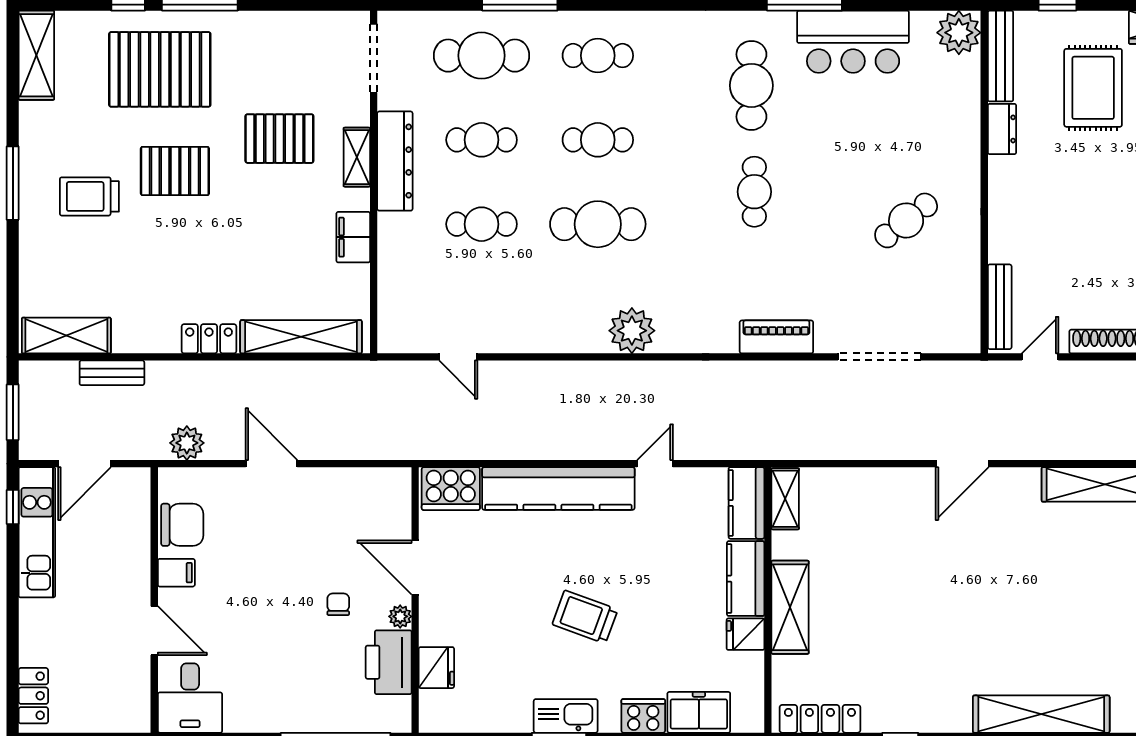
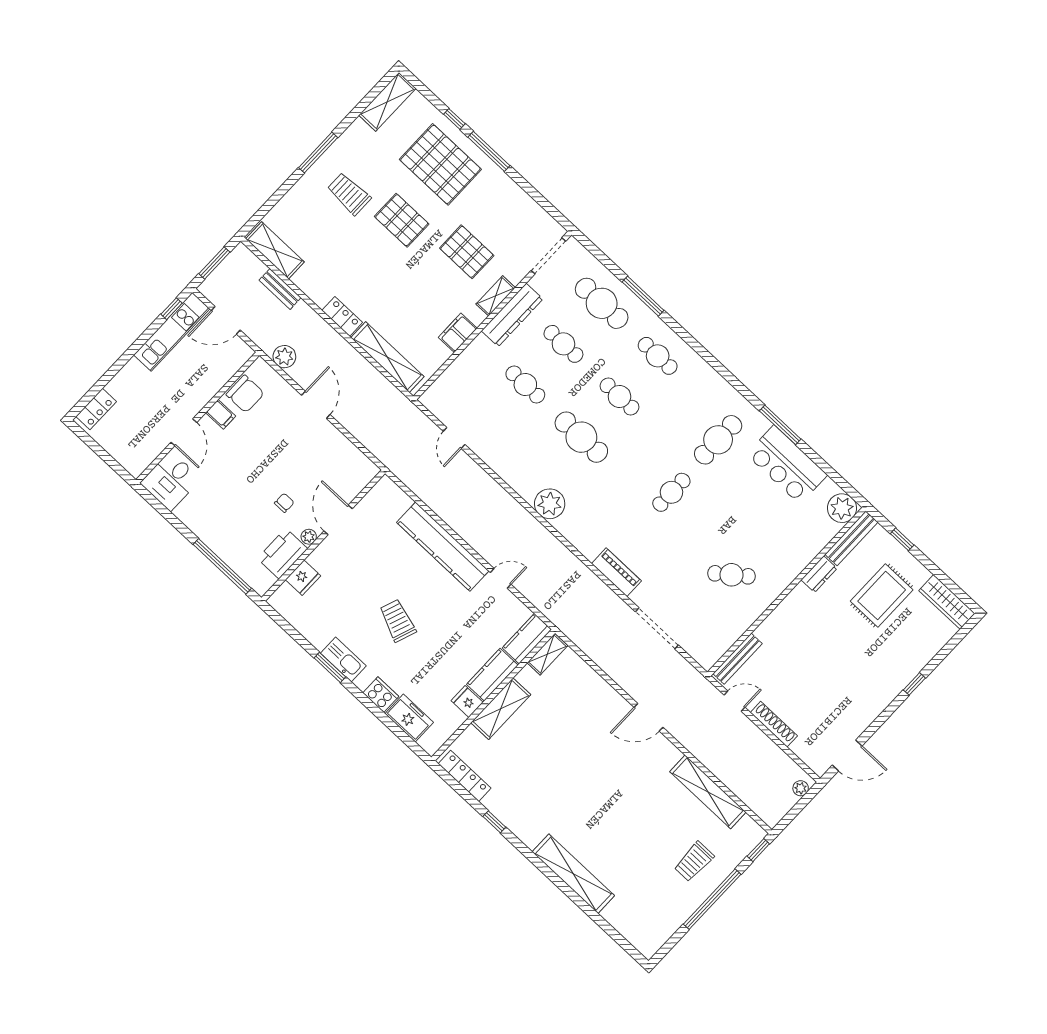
cooker: (451, 489) -> (391, 498), removed

